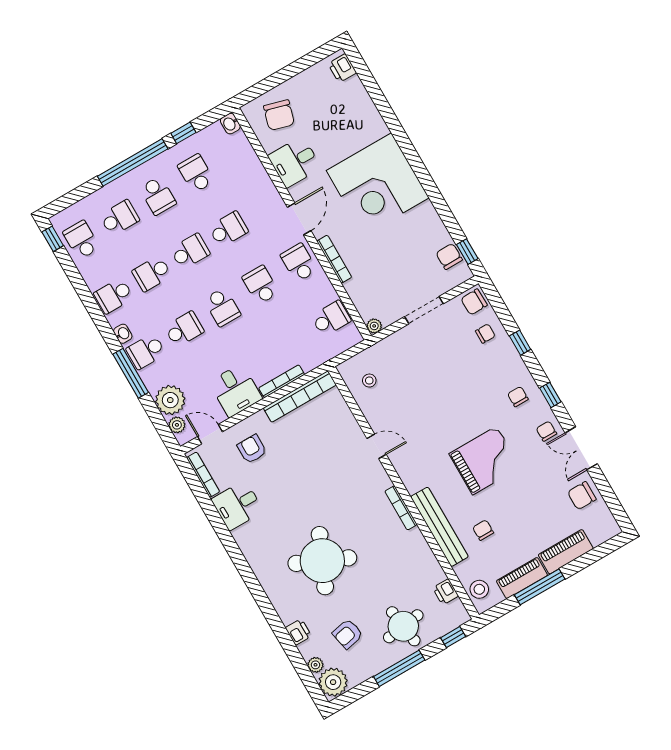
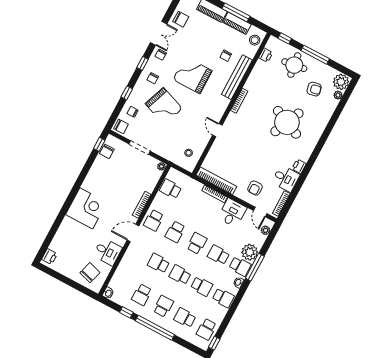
corner desk: (378, 184) -> (86, 208), width x0.74, depth x0.74
grand piano: (465, 387) -> (164, 106), added
plant: (170, 400) -> (250, 252), moved
printer: (298, 632) -> (299, 166), moved

